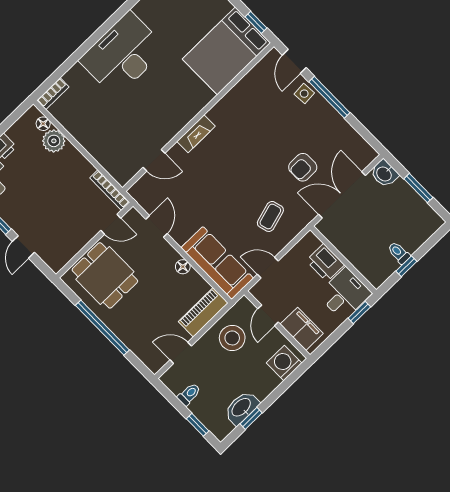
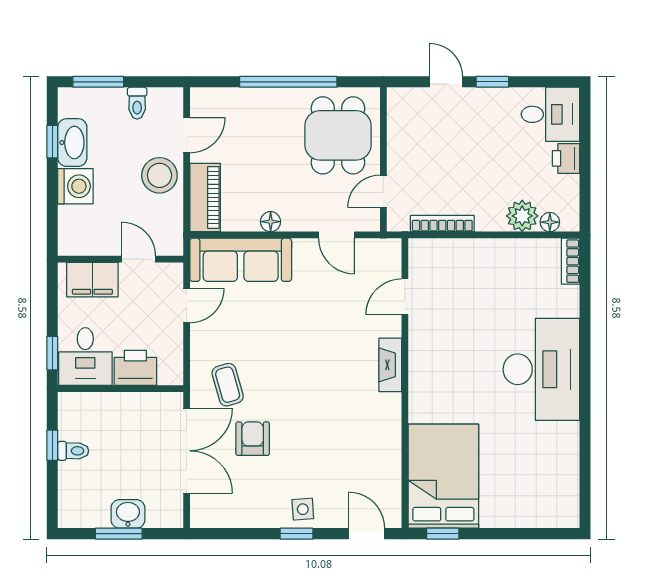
side table: (304, 94) -> (303, 509), moved
window: (329, 97) -> (296, 534), width x0.46
washbasin: (384, 174) -> (128, 514), moved
bookcase: (110, 190) -> (442, 224), moved
coffee table: (270, 216) -> (228, 385), moved
dining table: (105, 275) -> (338, 135), turned 90
stool: (232, 338) -> (159, 175), moved
washing machine: (284, 363) -> (75, 186), moved
window: (198, 425) -> (98, 82), width x1.50

